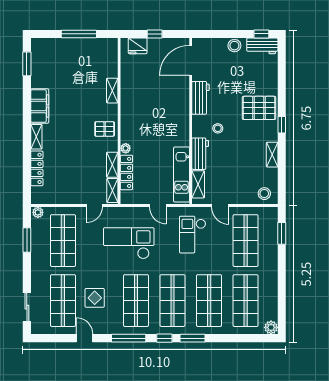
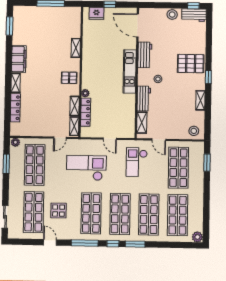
door: (191, 60) -> (138, 25), hinge flipped
kitchen unit: (182, 175) -> (130, 71), moved

